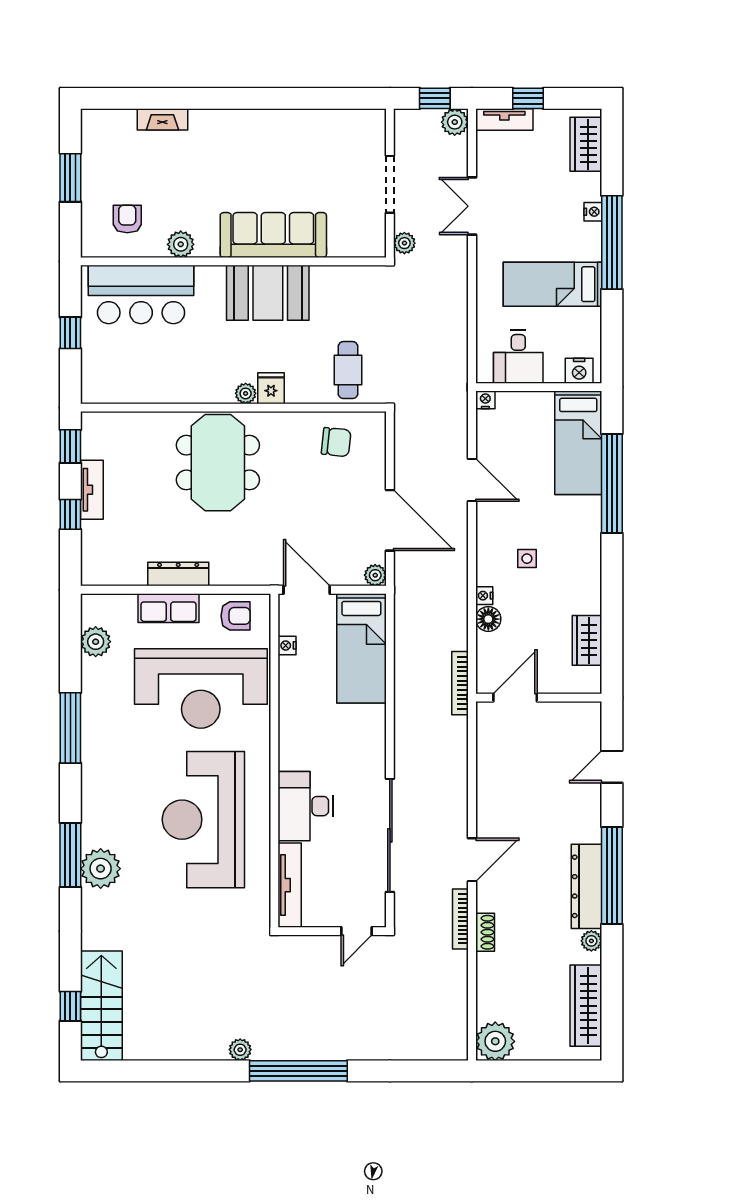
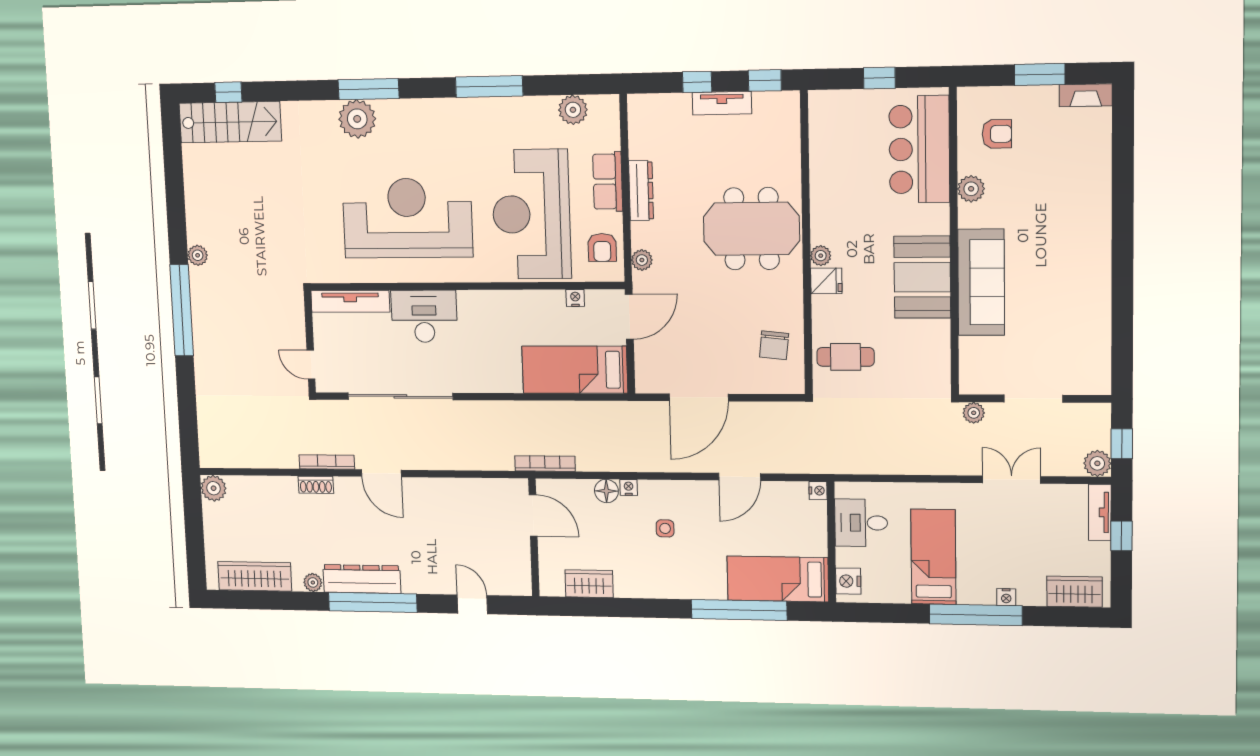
fireplace: (162, 119) -> (1086, 95), moved, turned -90
plant: (375, 575) -> (642, 260), moved
plant: (495, 1041) -> (214, 488), width x0.73, depth x0.73

